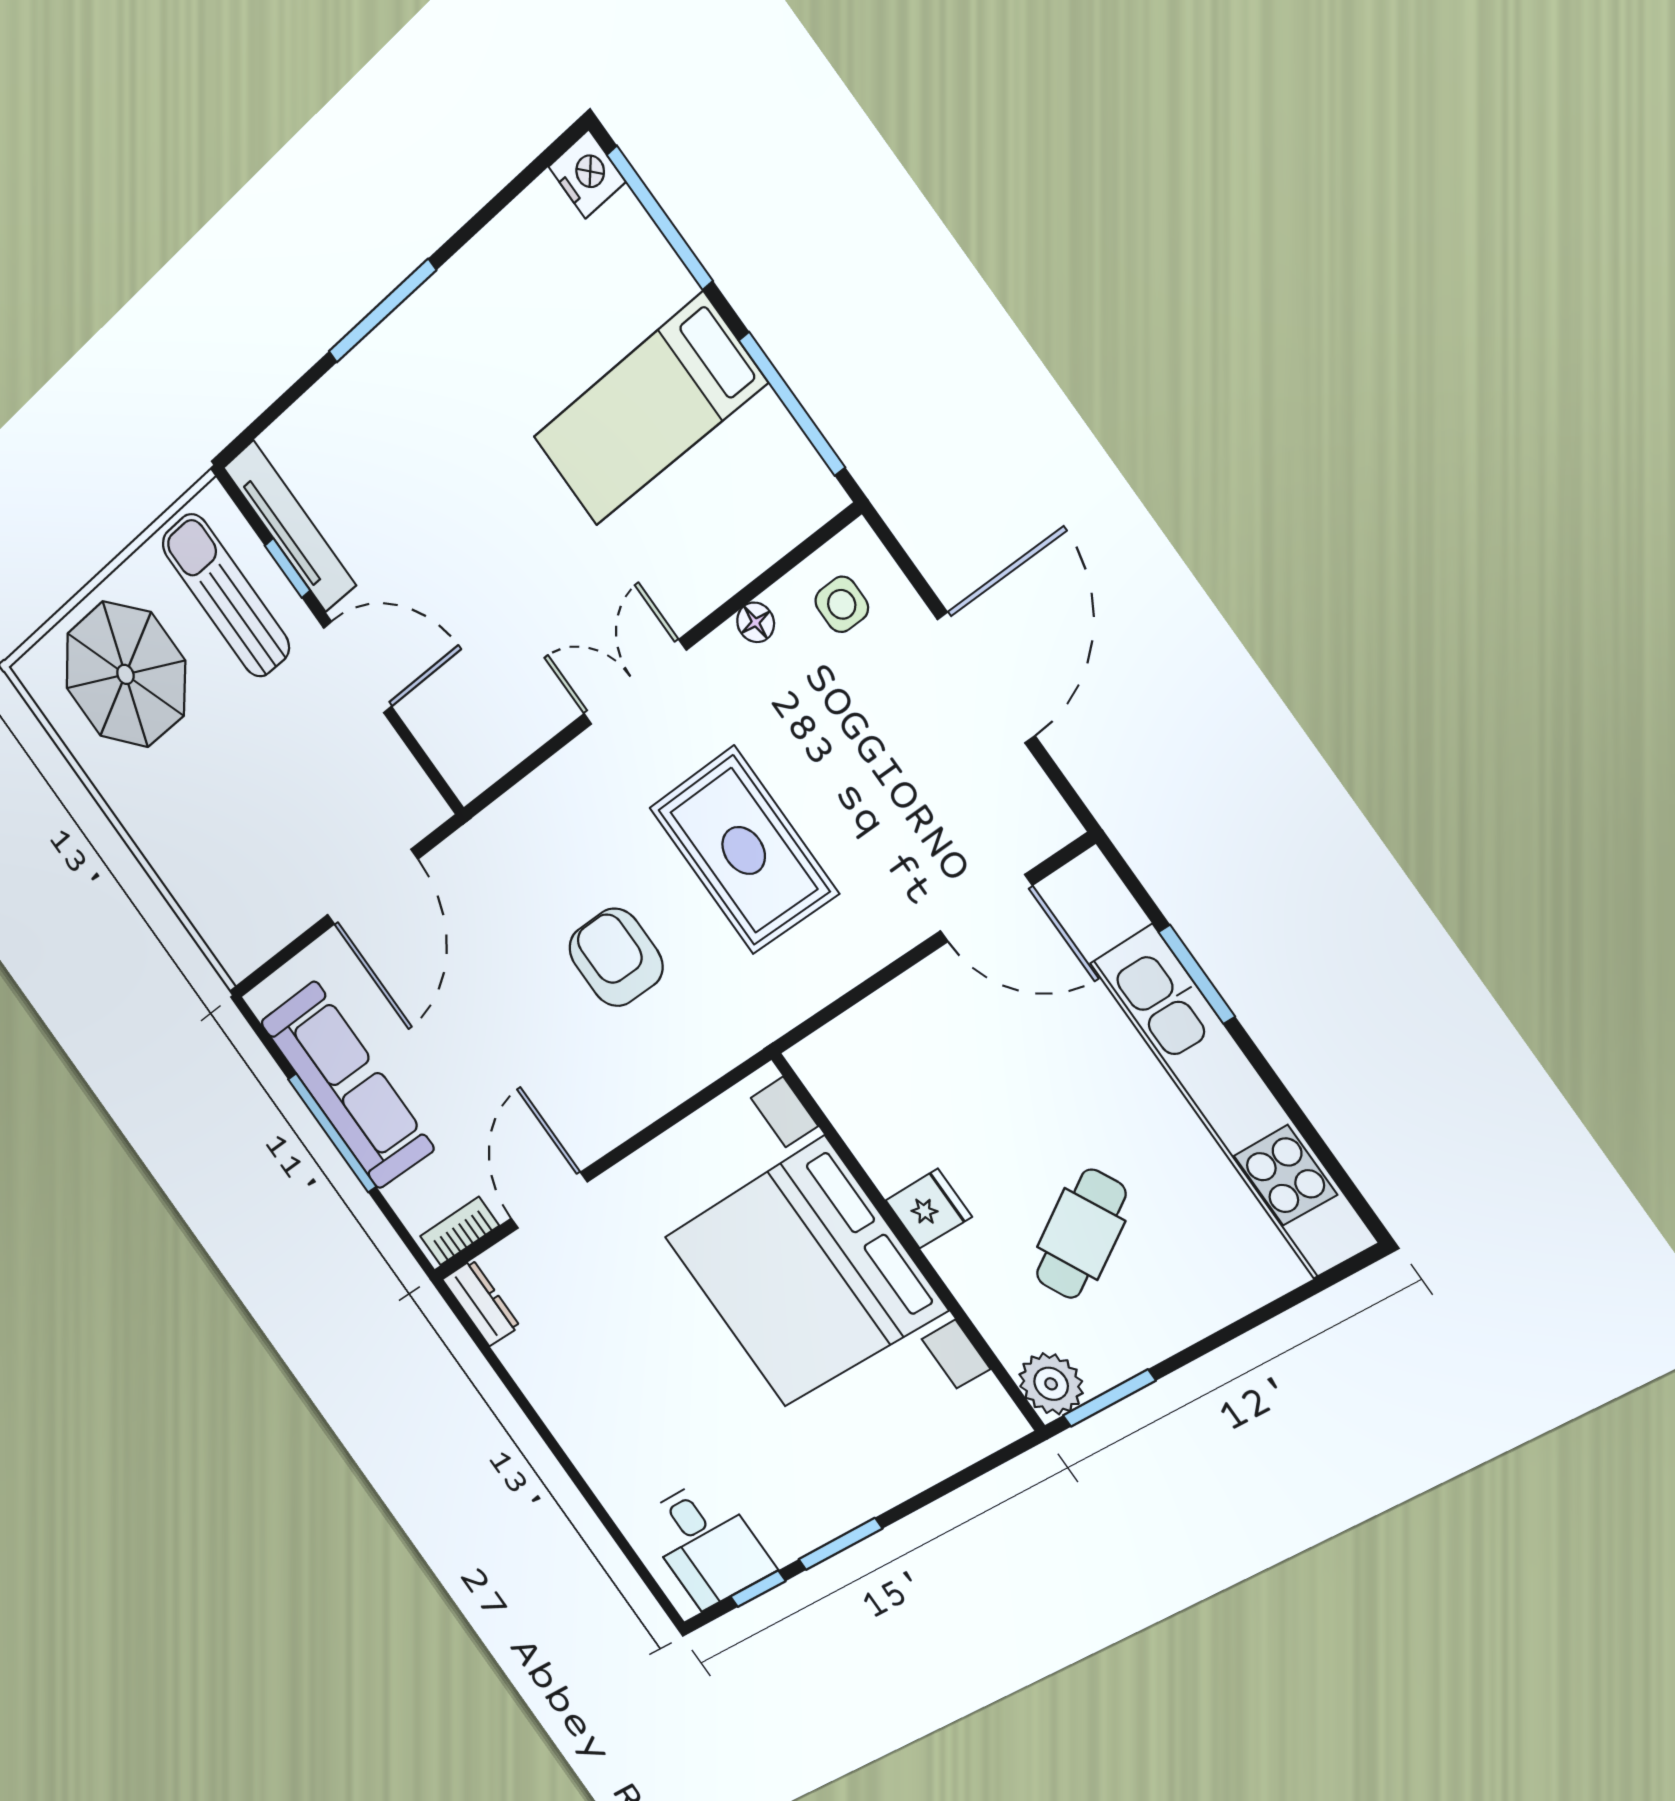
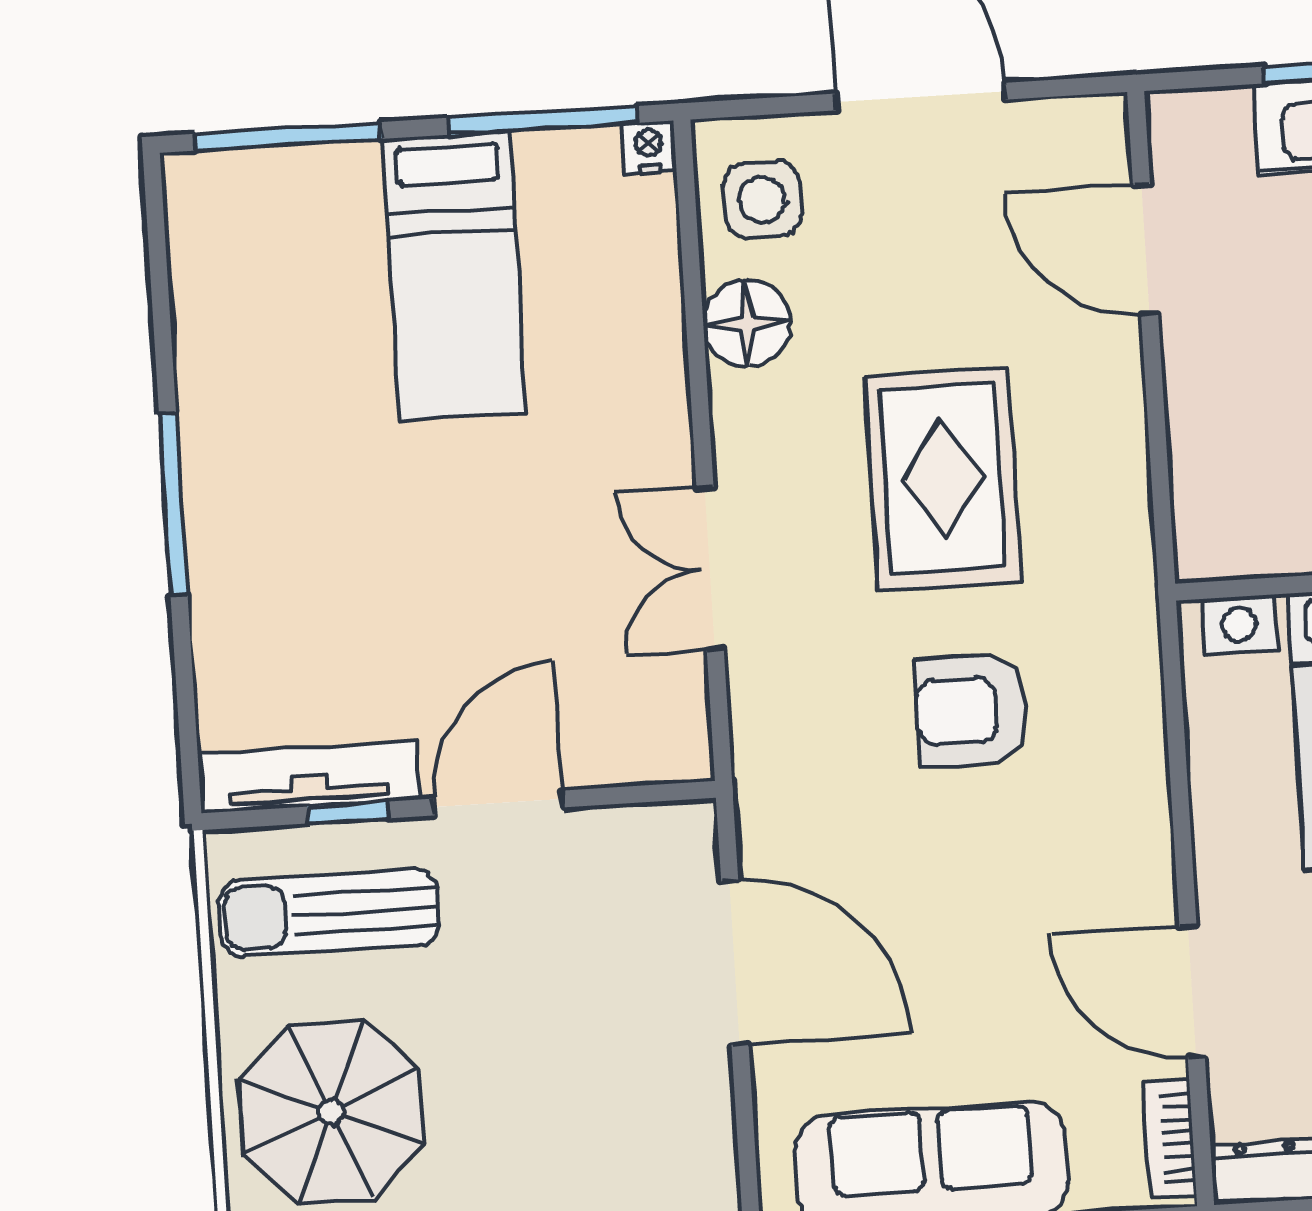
nightstand: (587, 174) -> (649, 147), moved, width x0.72, depth x0.74
side table: (842, 604) -> (762, 200), width x1.37, depth x1.37
floor lamp: (756, 622) -> (747, 324), width x1.89, depth x1.89
double door: (635, 682) -> (710, 568), moved
rug: (744, 850) -> (942, 479), turned 90
door: (986, 908) -> (1146, 249), swing flipped

